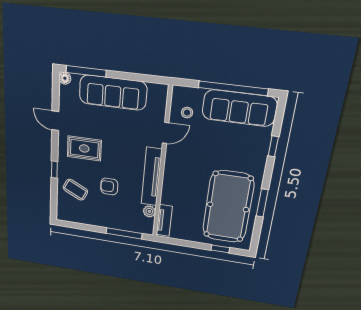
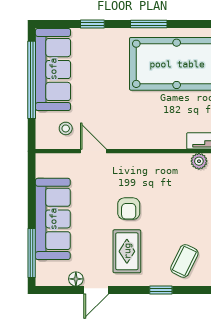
floor lamp: (65, 78) -> (76, 279), moved
tv unit: (152, 177) -> (151, 163), removed
armchair: (109, 186) -> (129, 209), moved
window: (262, 203) -> (149, 24), moved

